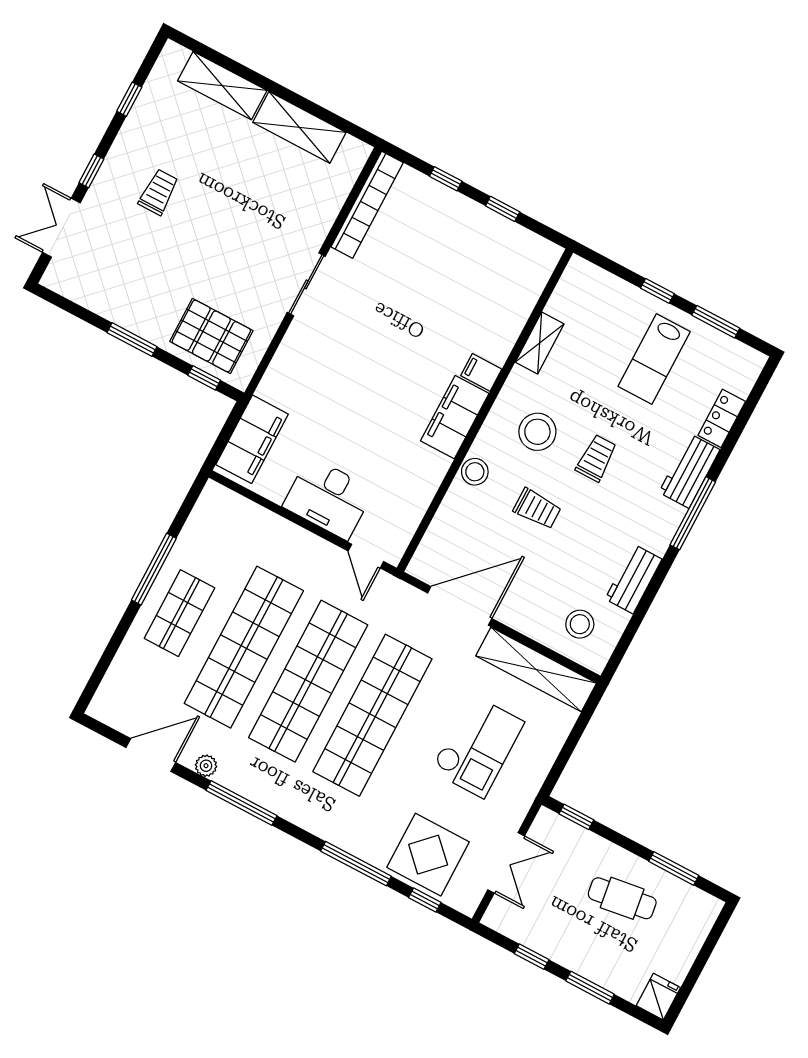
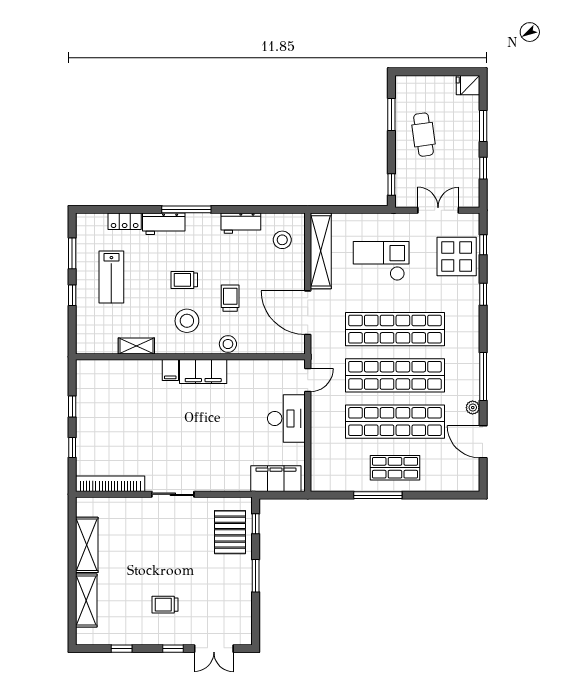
lab bench: (654, 359) -> (111, 277), turned 90
window: (356, 864) -> (483, 294), width x0.46

